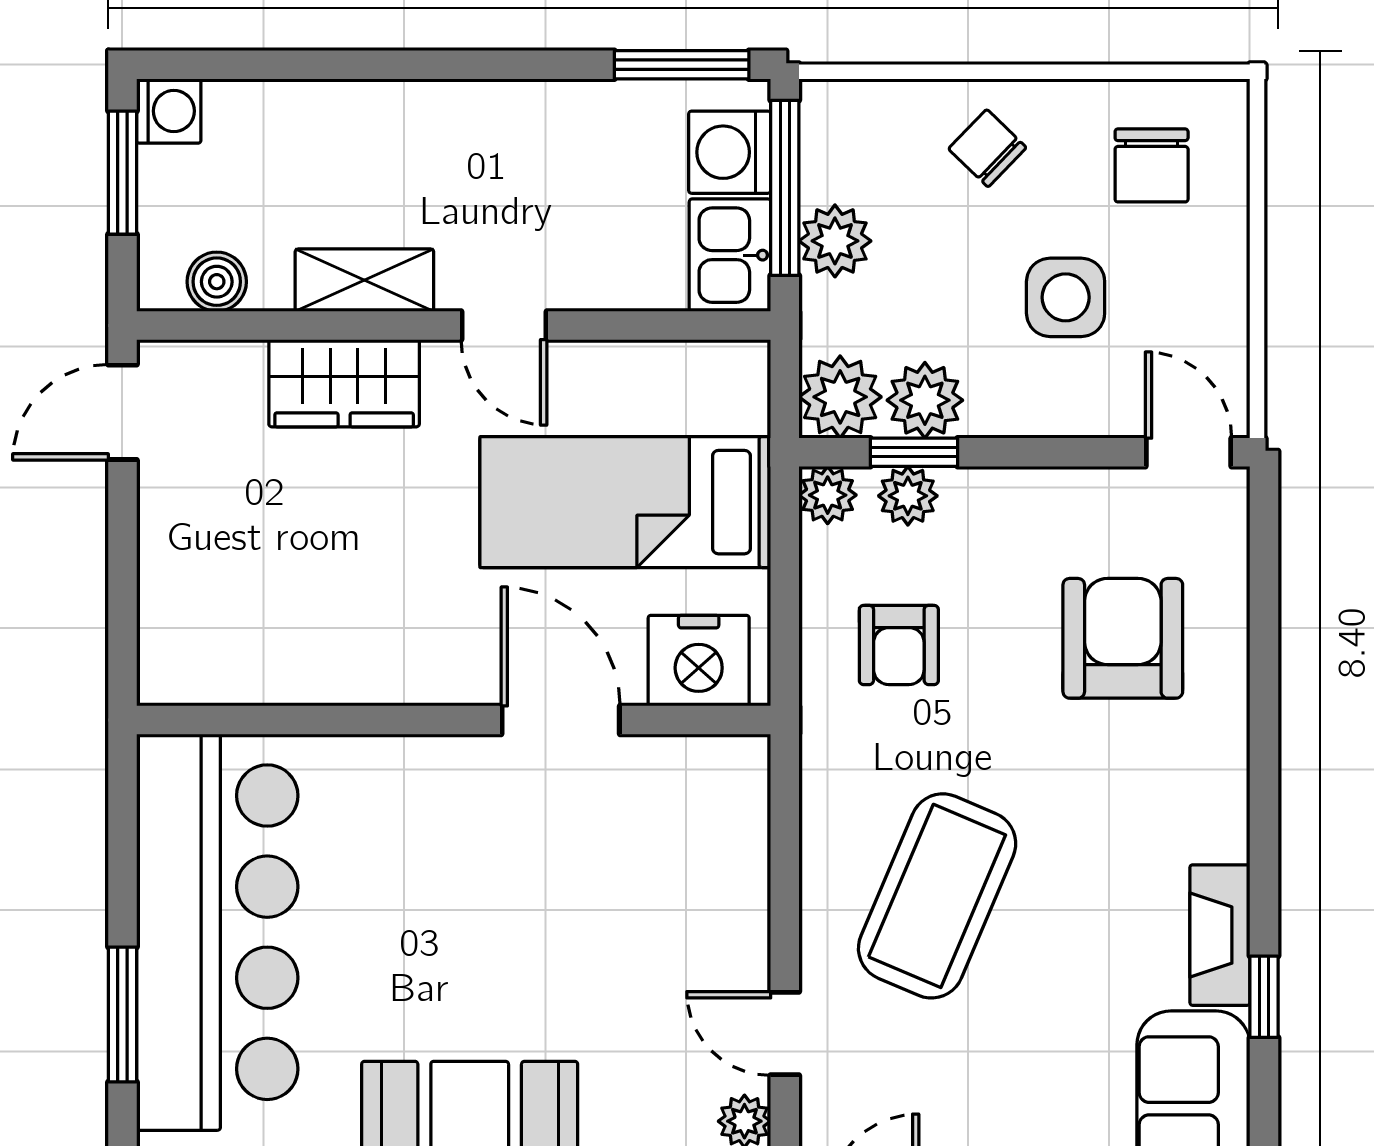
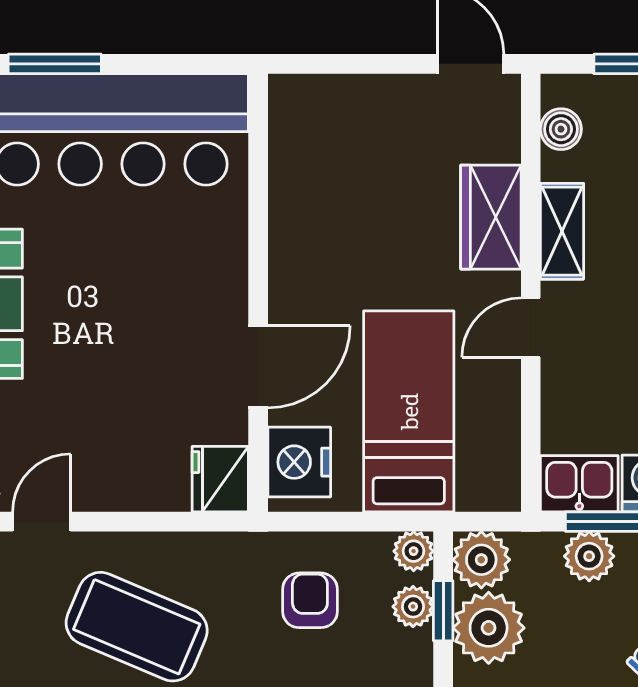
plant: (925, 400) -> (489, 628), width x1.36, depth x1.36
armchair: (899, 645) -> (310, 600), turned 90
fridge: (723, 775) -> (220, 479), added

